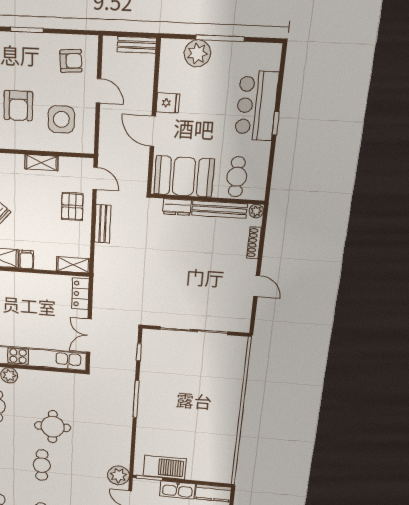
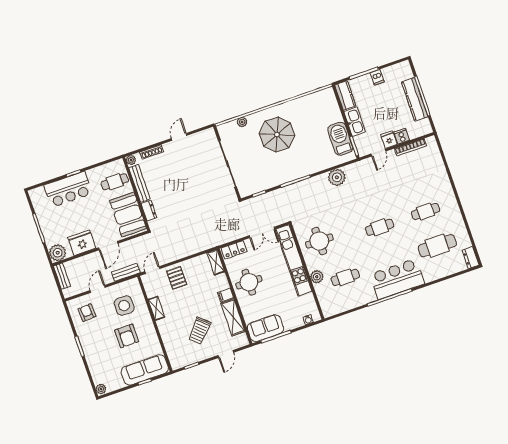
plant: (197, 53) -> (58, 253), moved
fridge: (168, 103) -> (82, 243), width x1.88, depth x1.34
armchair: (18, 106) -> (127, 336), turned 90
pallet: (72, 206) -> (177, 278), turned 90
bench: (103, 224) -> (126, 272), moved
round table: (32, 295) -> (249, 282), added
plant: (238, 369) -> (242, 122), added
parasol: (203, 402) -> (277, 135), added
round table: (53, 427) -> (319, 241), moved
plant: (118, 475) -> (337, 177), moved

